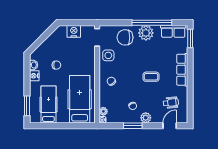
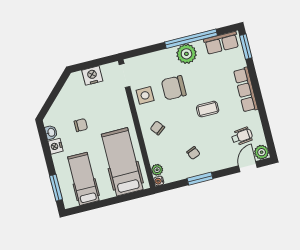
chair: (125, 37) -> (174, 88), moved
plant: (146, 118) -> (262, 152), moved

